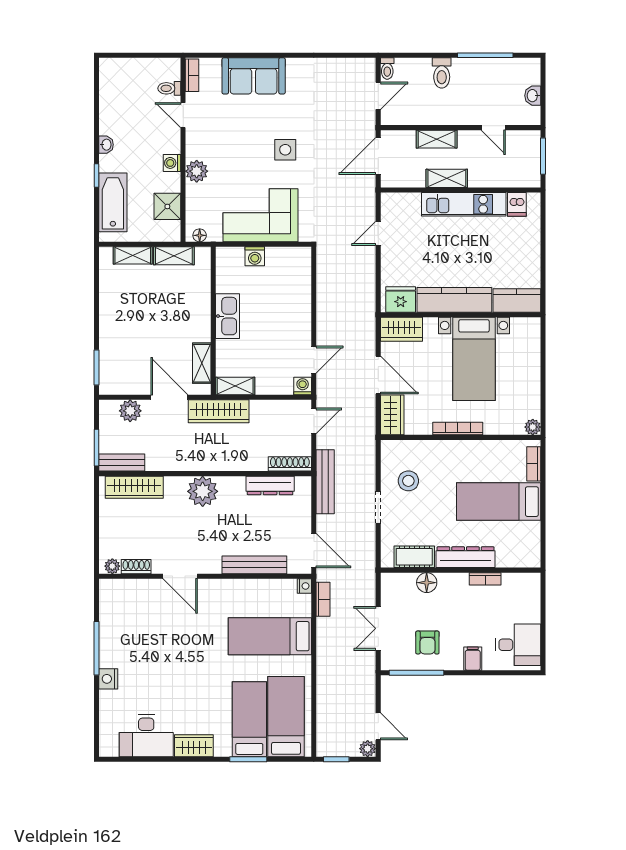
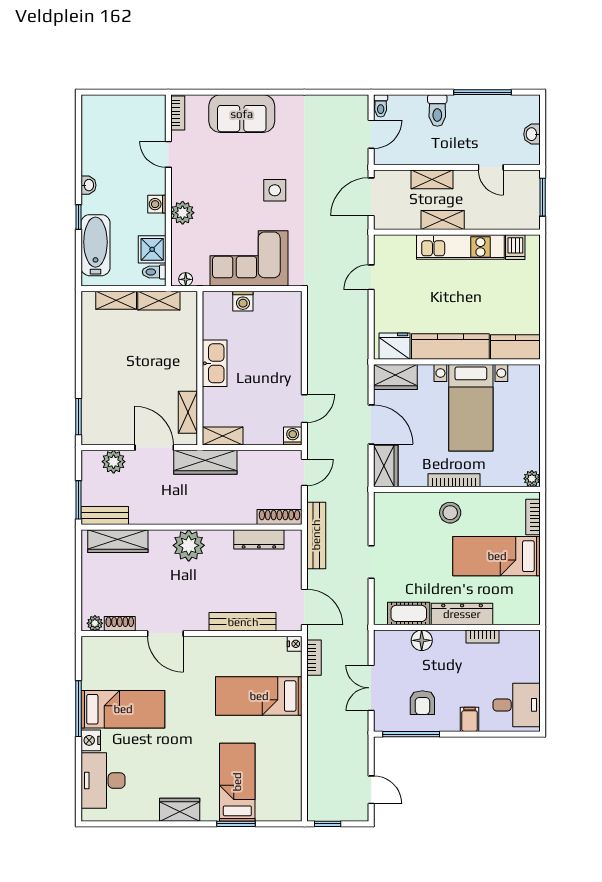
toilet: (169, 88) -> (154, 272), moved
stool: (408, 481) -> (450, 513), moved
bed: (286, 717) -> (123, 709), moved, turned 90
desk: (146, 736) -> (103, 781), moved, turned 90
plant: (368, 749) -> (360, 813), removed

